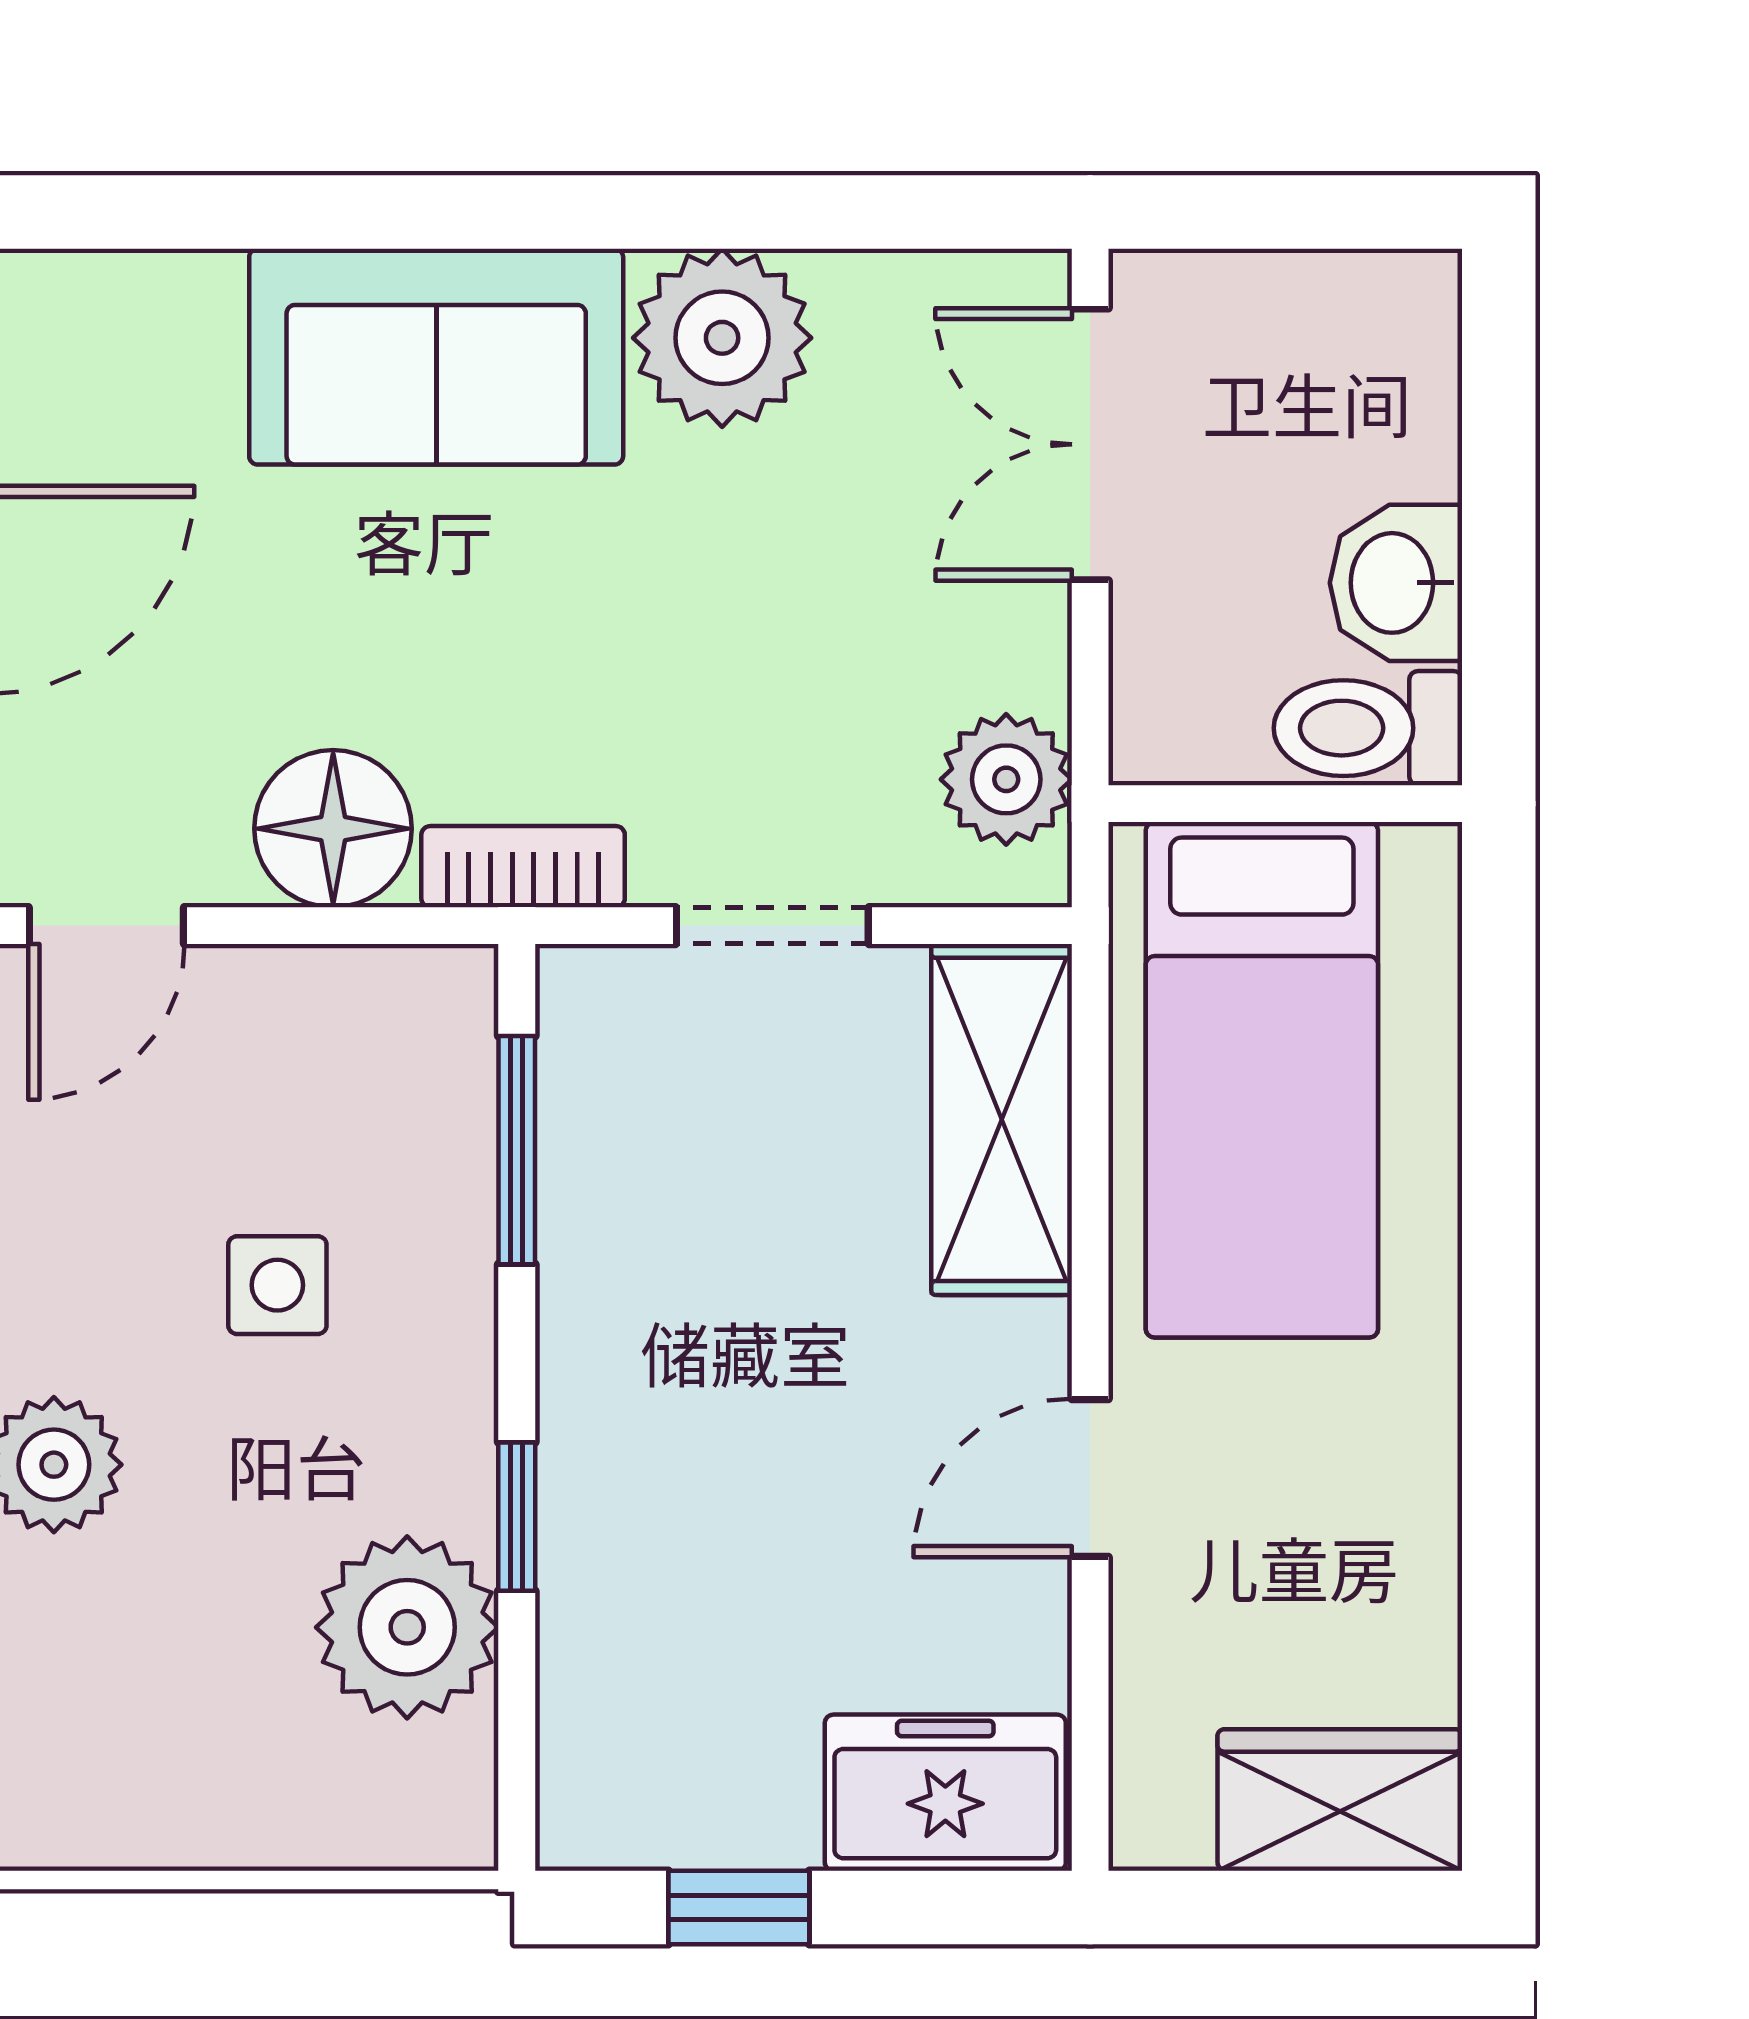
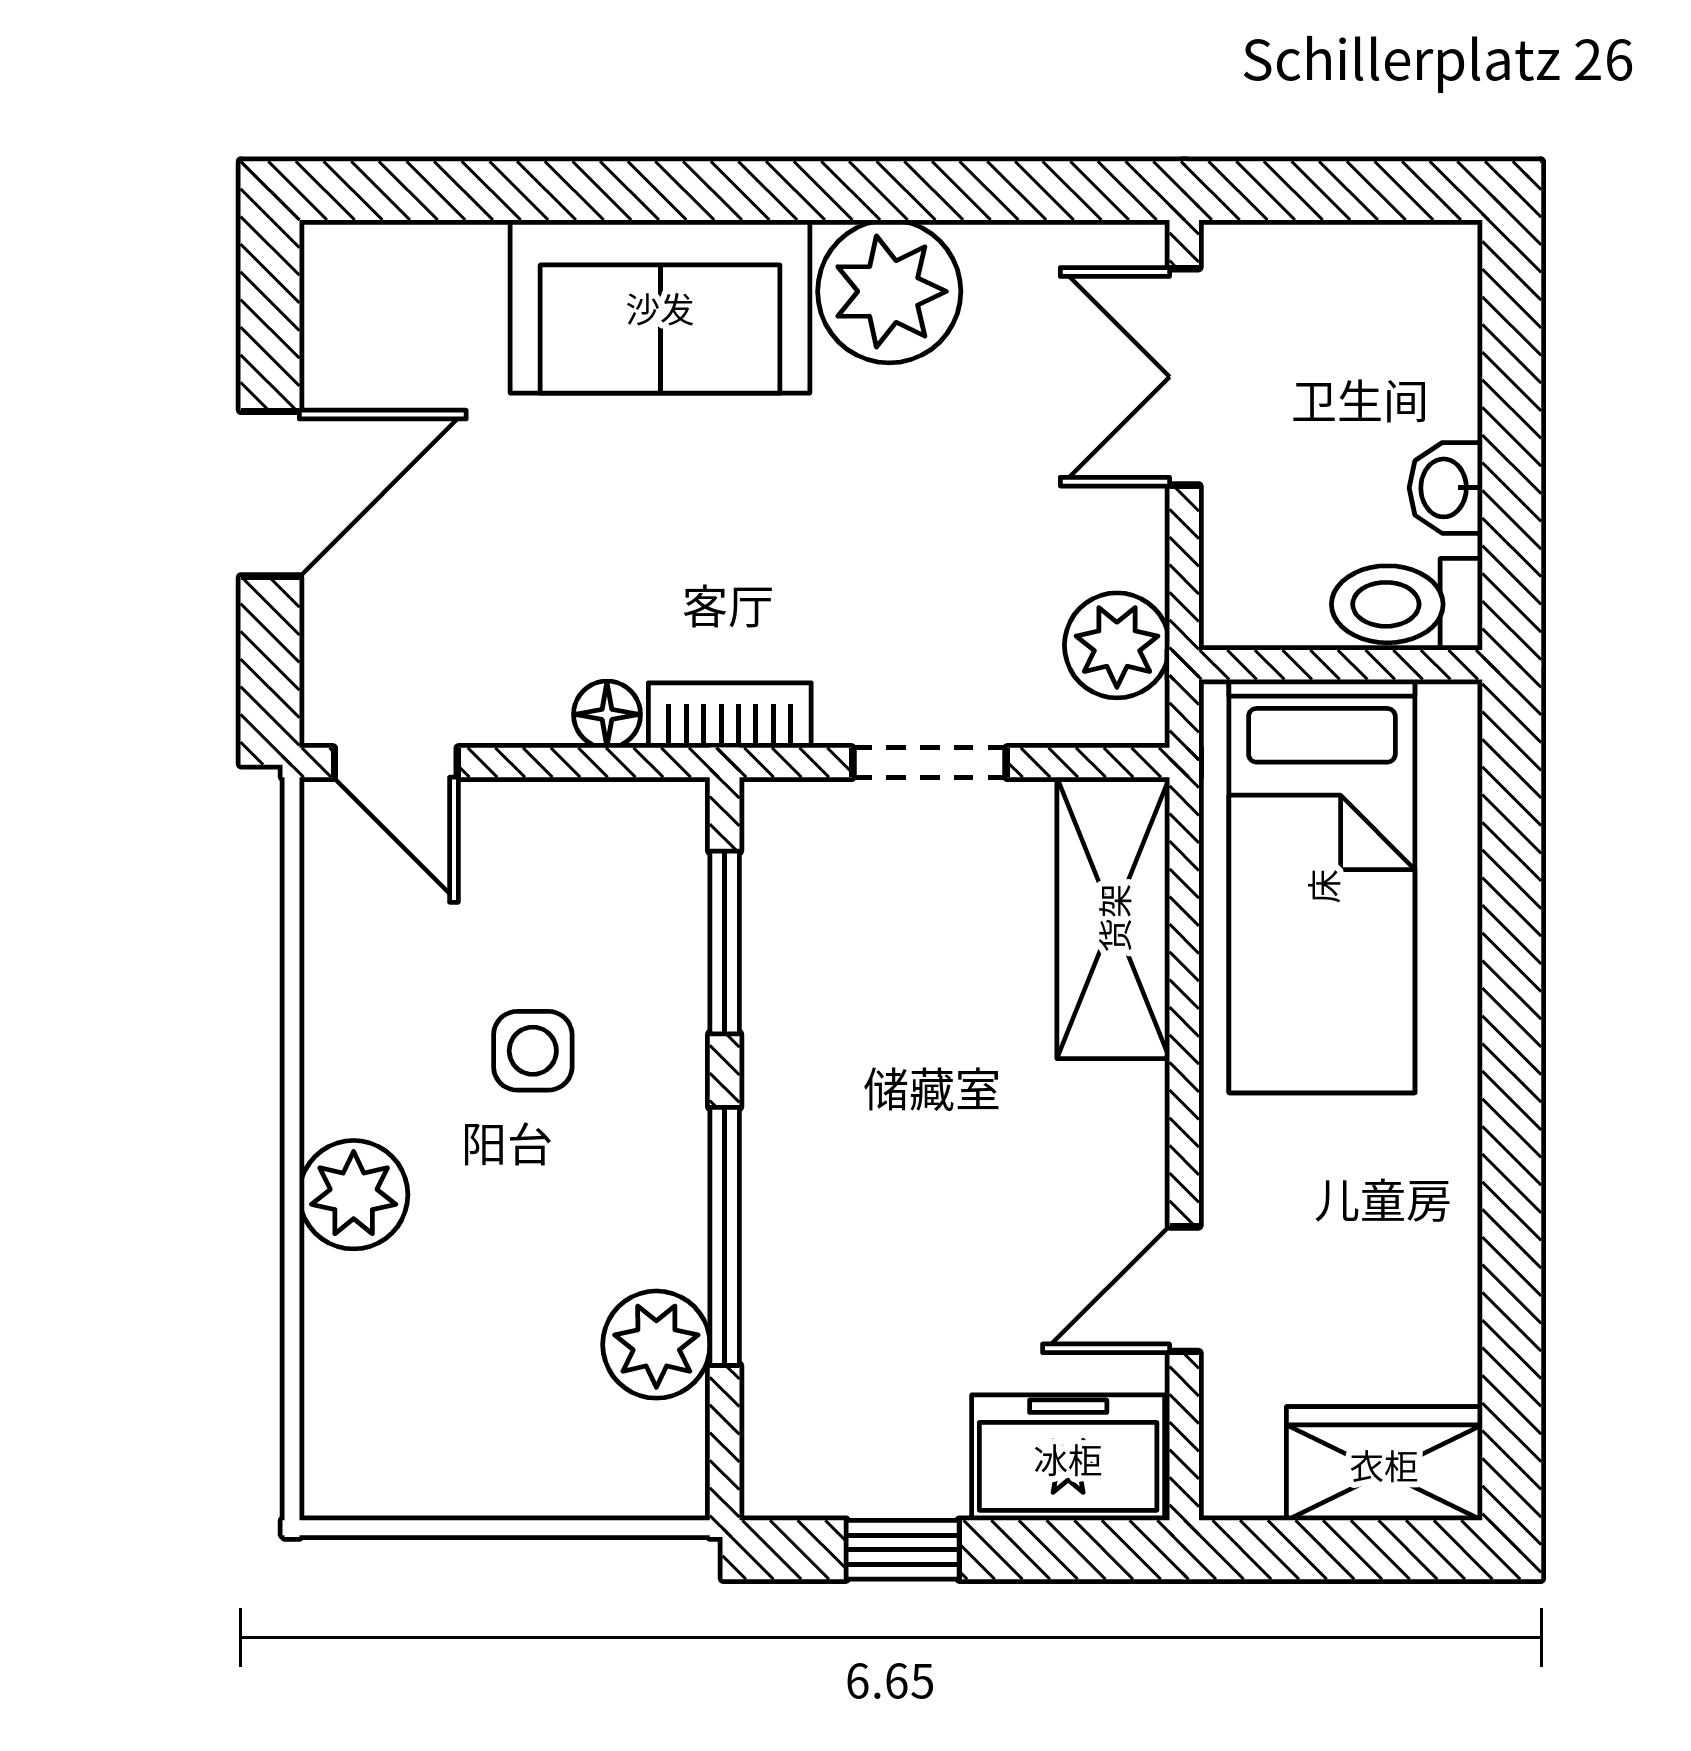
washbasin: (1396, 583) -> (1446, 488), width x0.72, depth x0.69
floor lamp: (333, 829) -> (607, 714), width x0.53, depth x0.53
door: (106, 926) -> (396, 763), hinge flipped
door: (1090, 1478) -> (1184, 1289), moved
window: (517, 1517) -> (725, 1236), width x2.17
plant: (407, 1627) -> (656, 1345), width x0.73, depth x0.73

